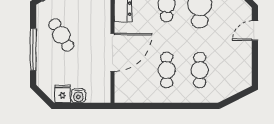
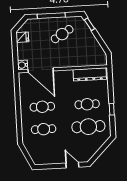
door: (113, 52) -> (41, 70), moved
water cooler: (78, 96) -> (23, 65), moved

